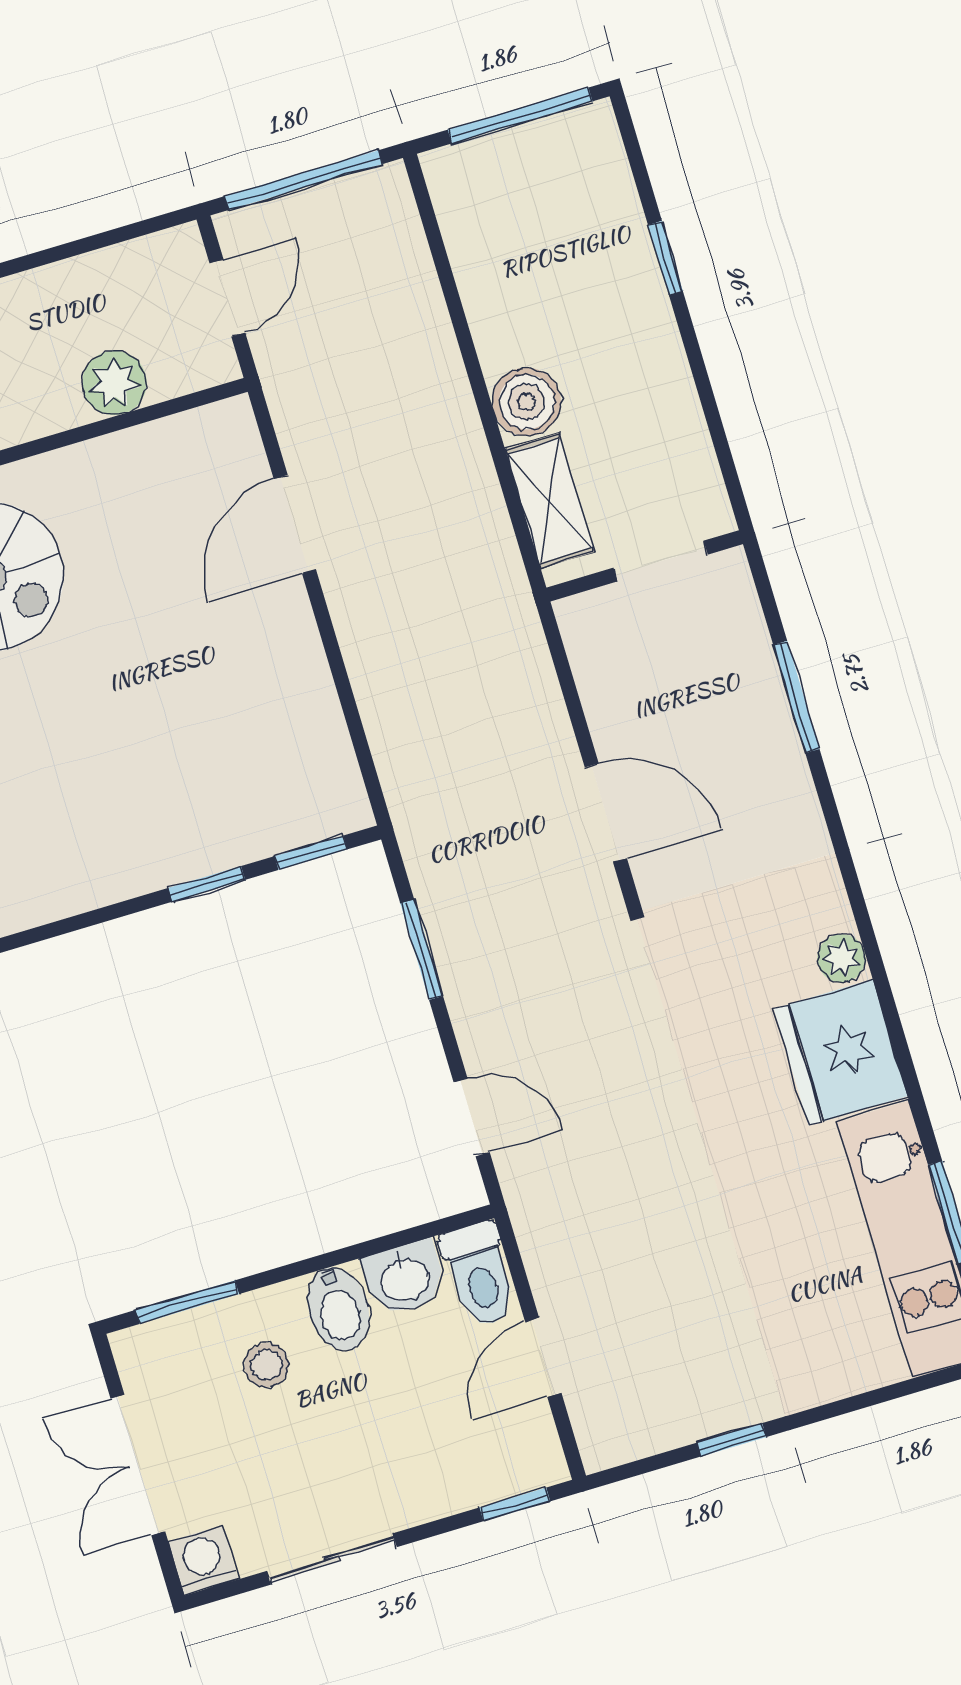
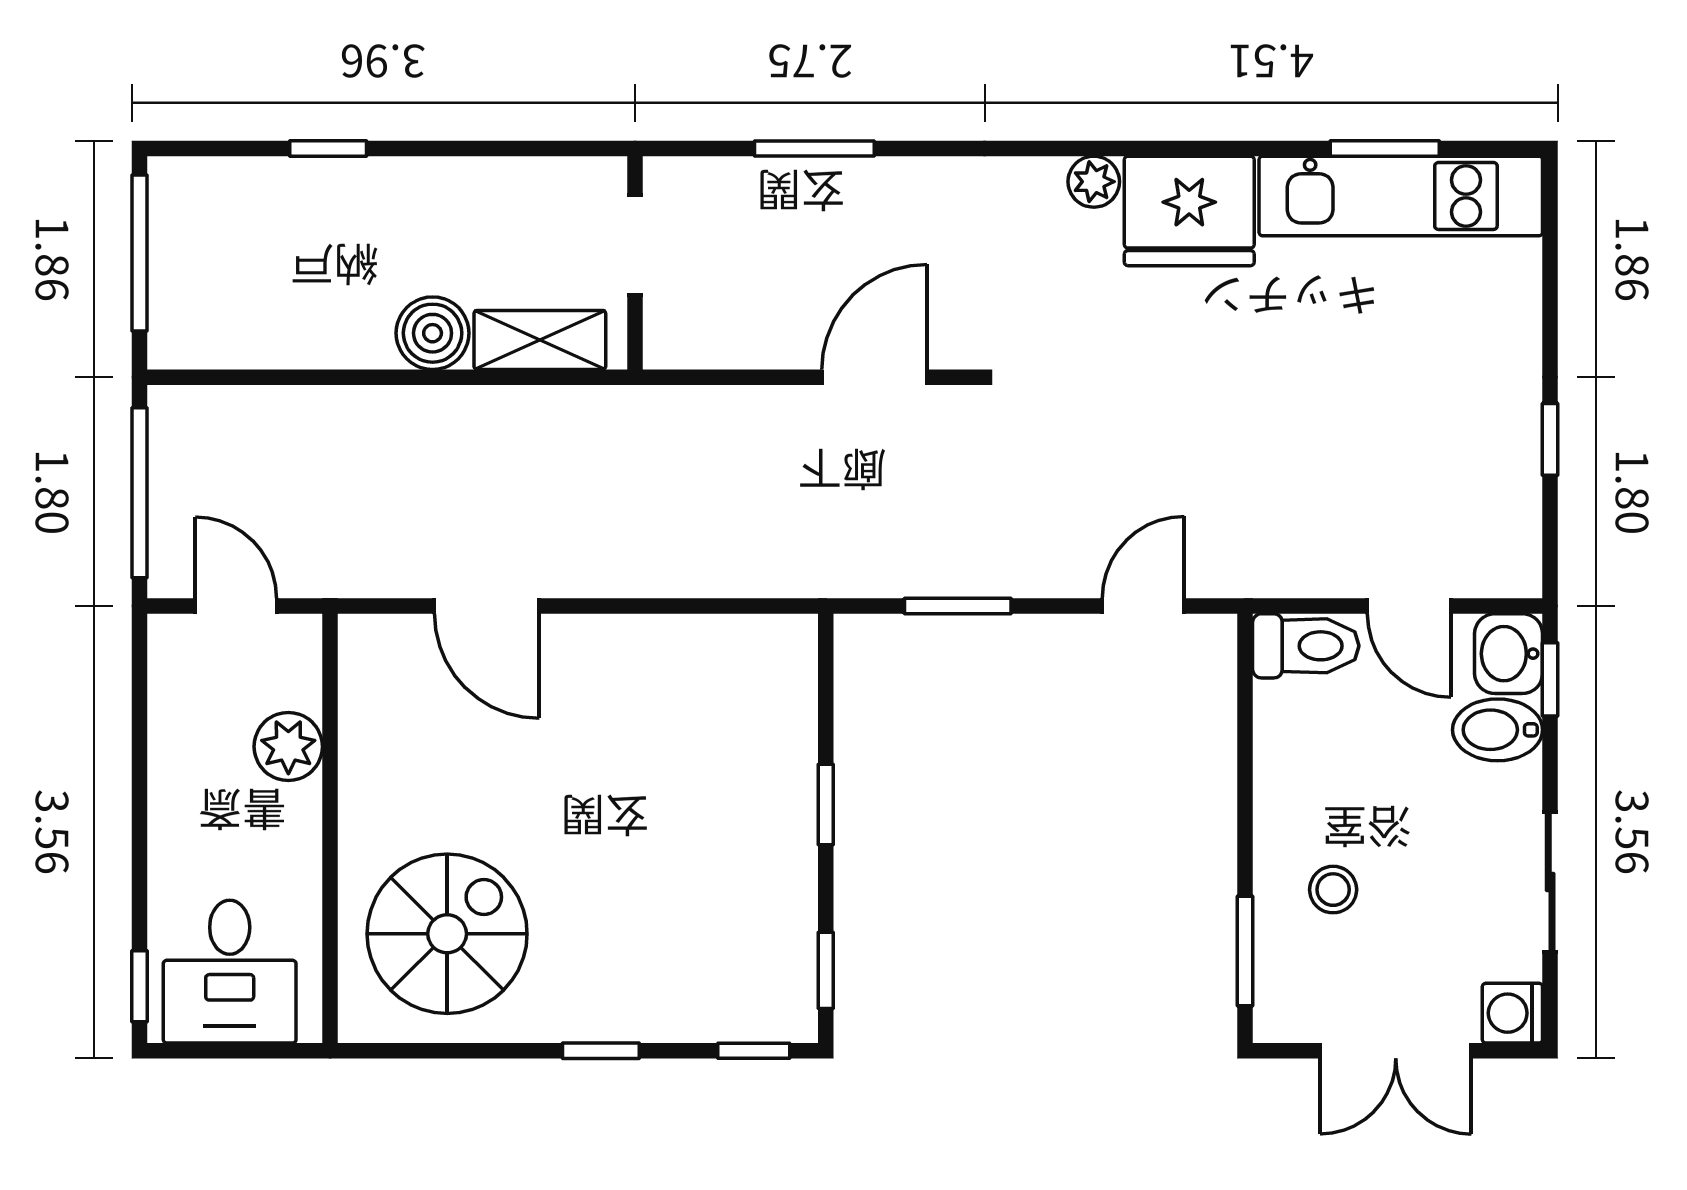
window: (311, 853) -> (826, 970), moved
washbasin: (404, 1278) -> (1509, 654), moved, turned 180
bidet: (338, 1309) -> (1498, 730), moved, turned 180

